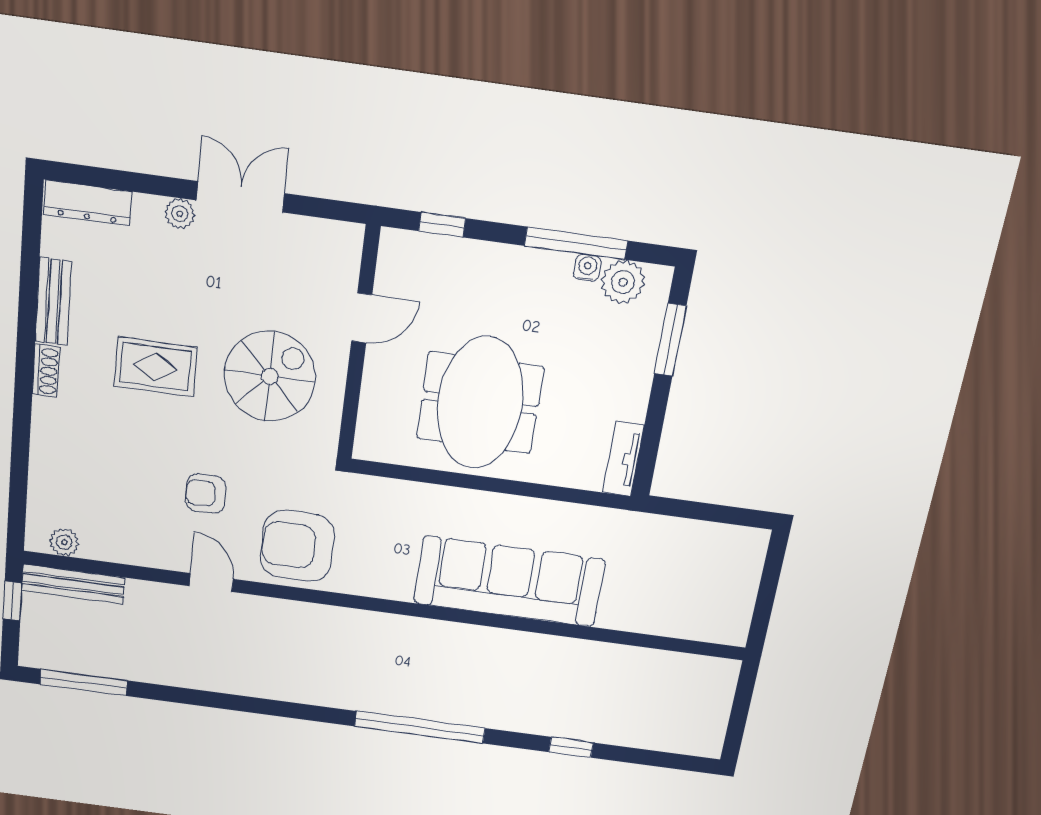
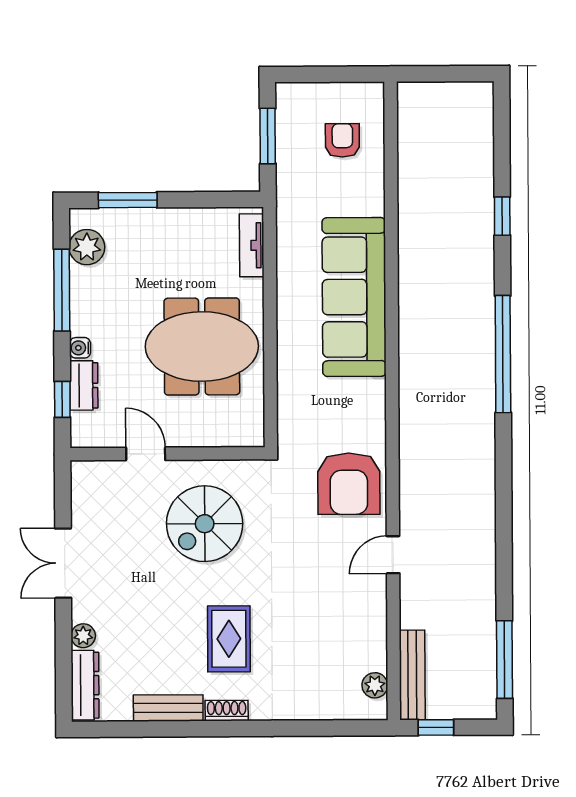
plant: (180, 214) -> (83, 636), moved
dresser: (455, 254) -> (84, 385), added
water cooler: (587, 268) -> (80, 348), moved
rug: (155, 367) -> (229, 639), moved
spiral stairs: (270, 376) -> (205, 524), turned -90
tv unit: (624, 459) -> (252, 245), moved, turned 90
armchair: (205, 494) -> (342, 140), moved, turned 180
window: (712, 513) -> (268, 136), added

